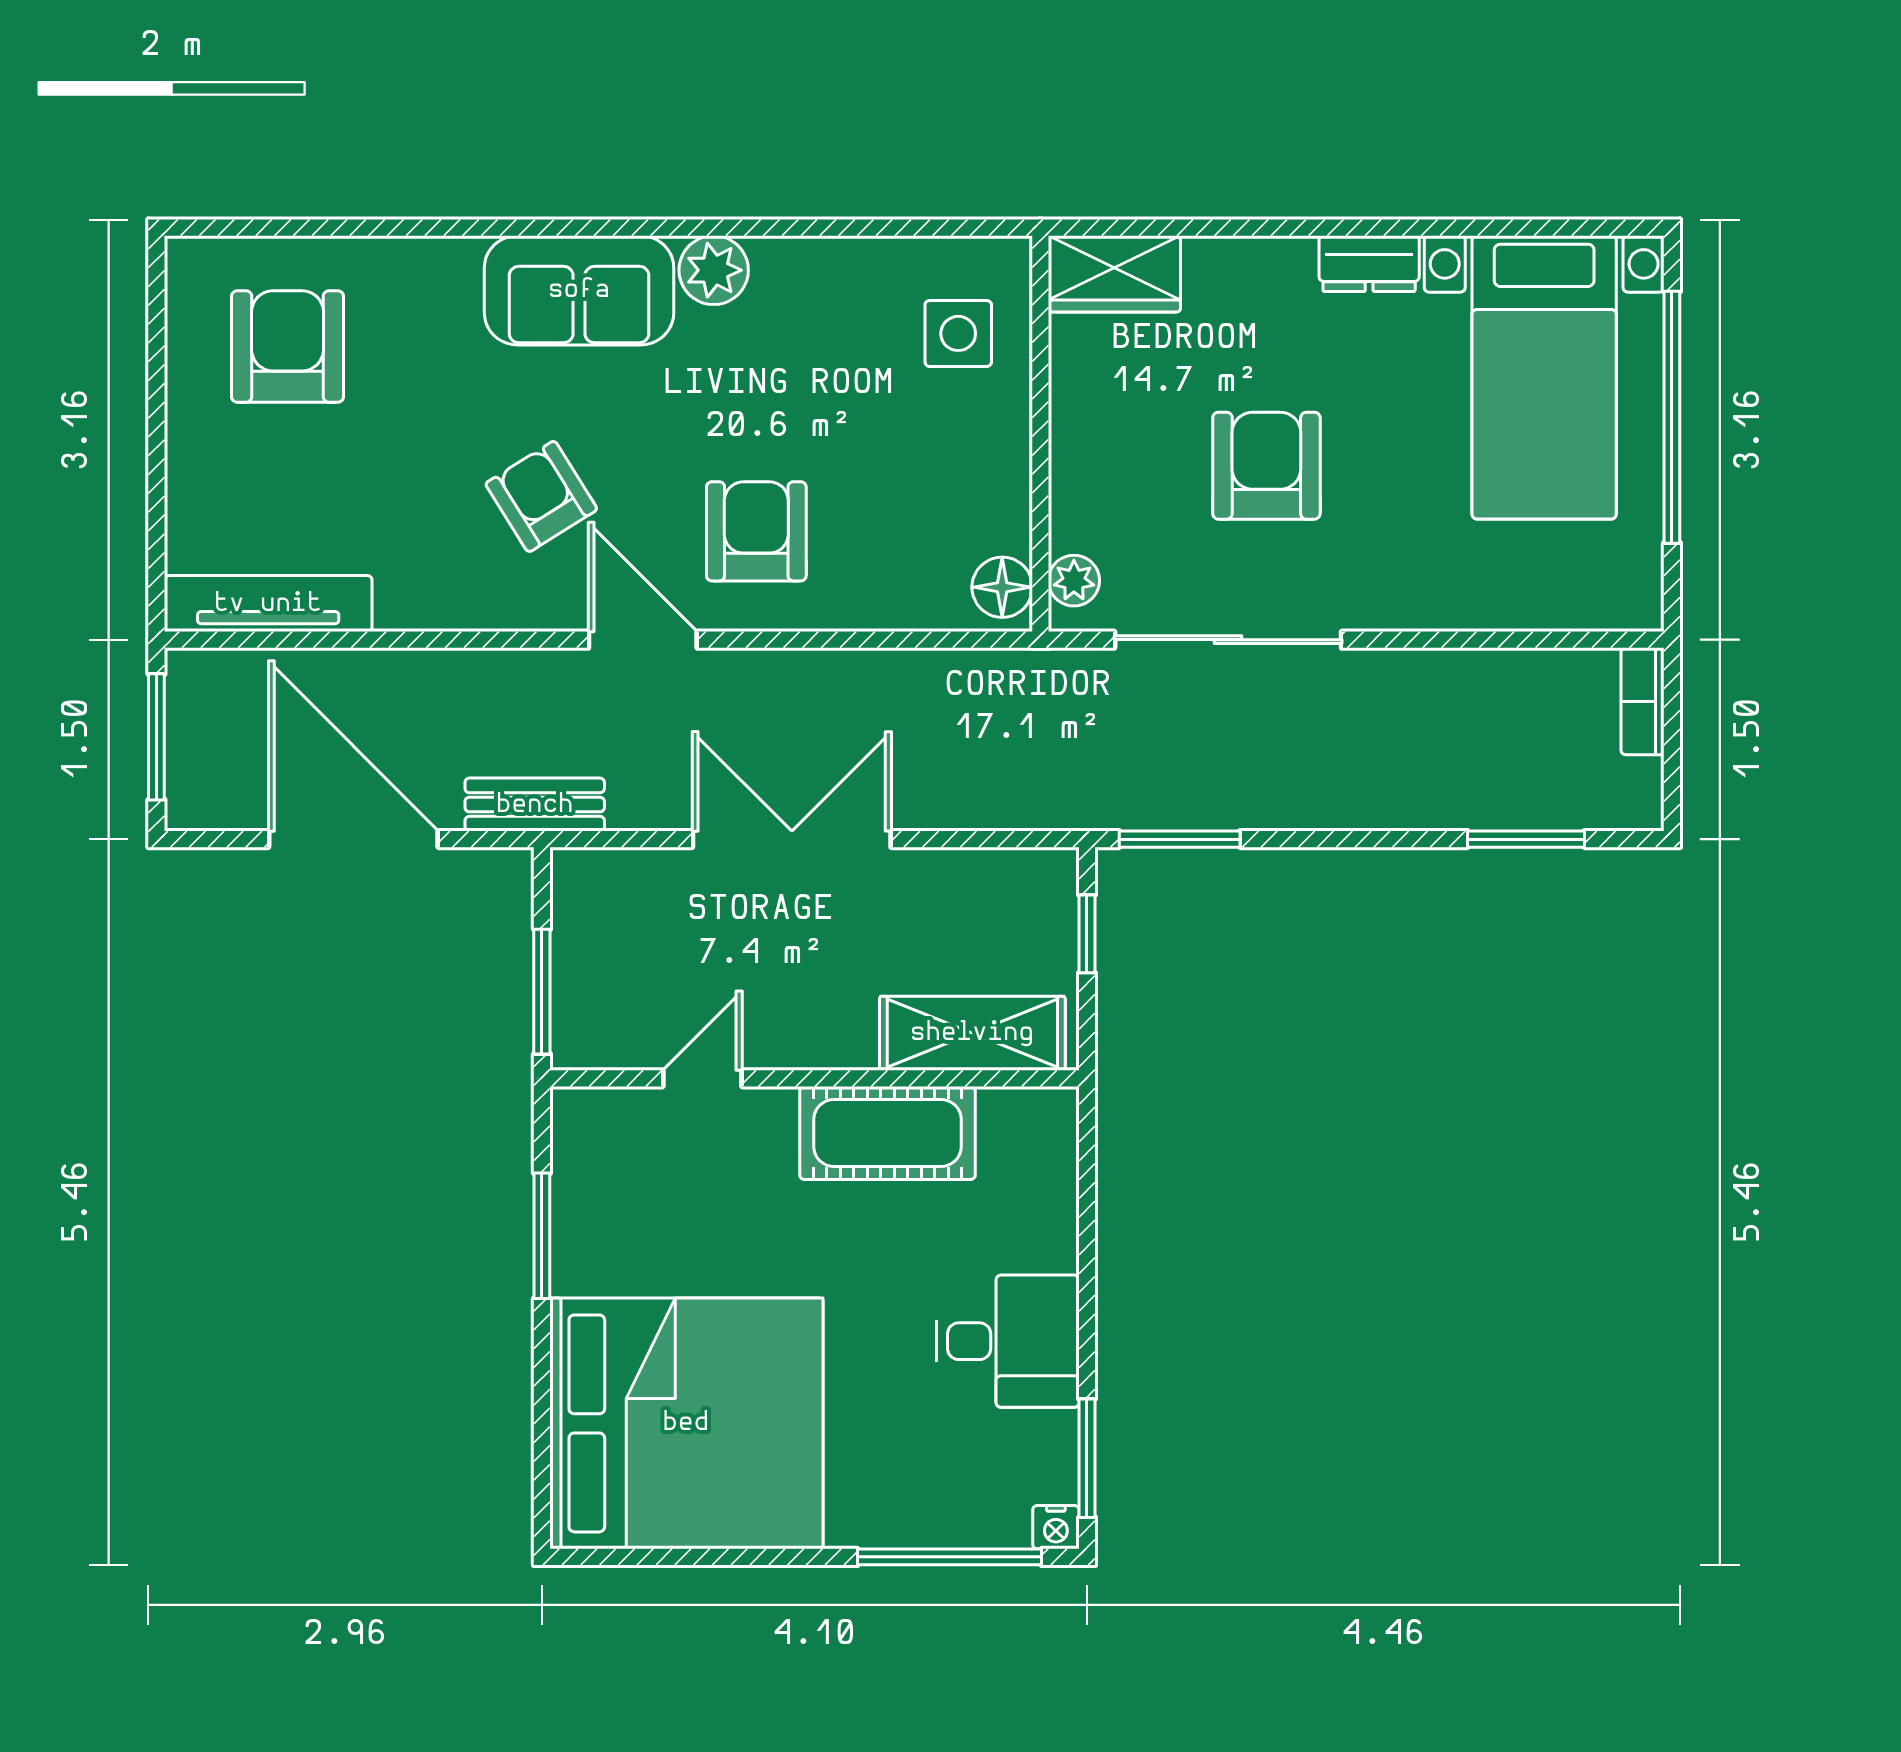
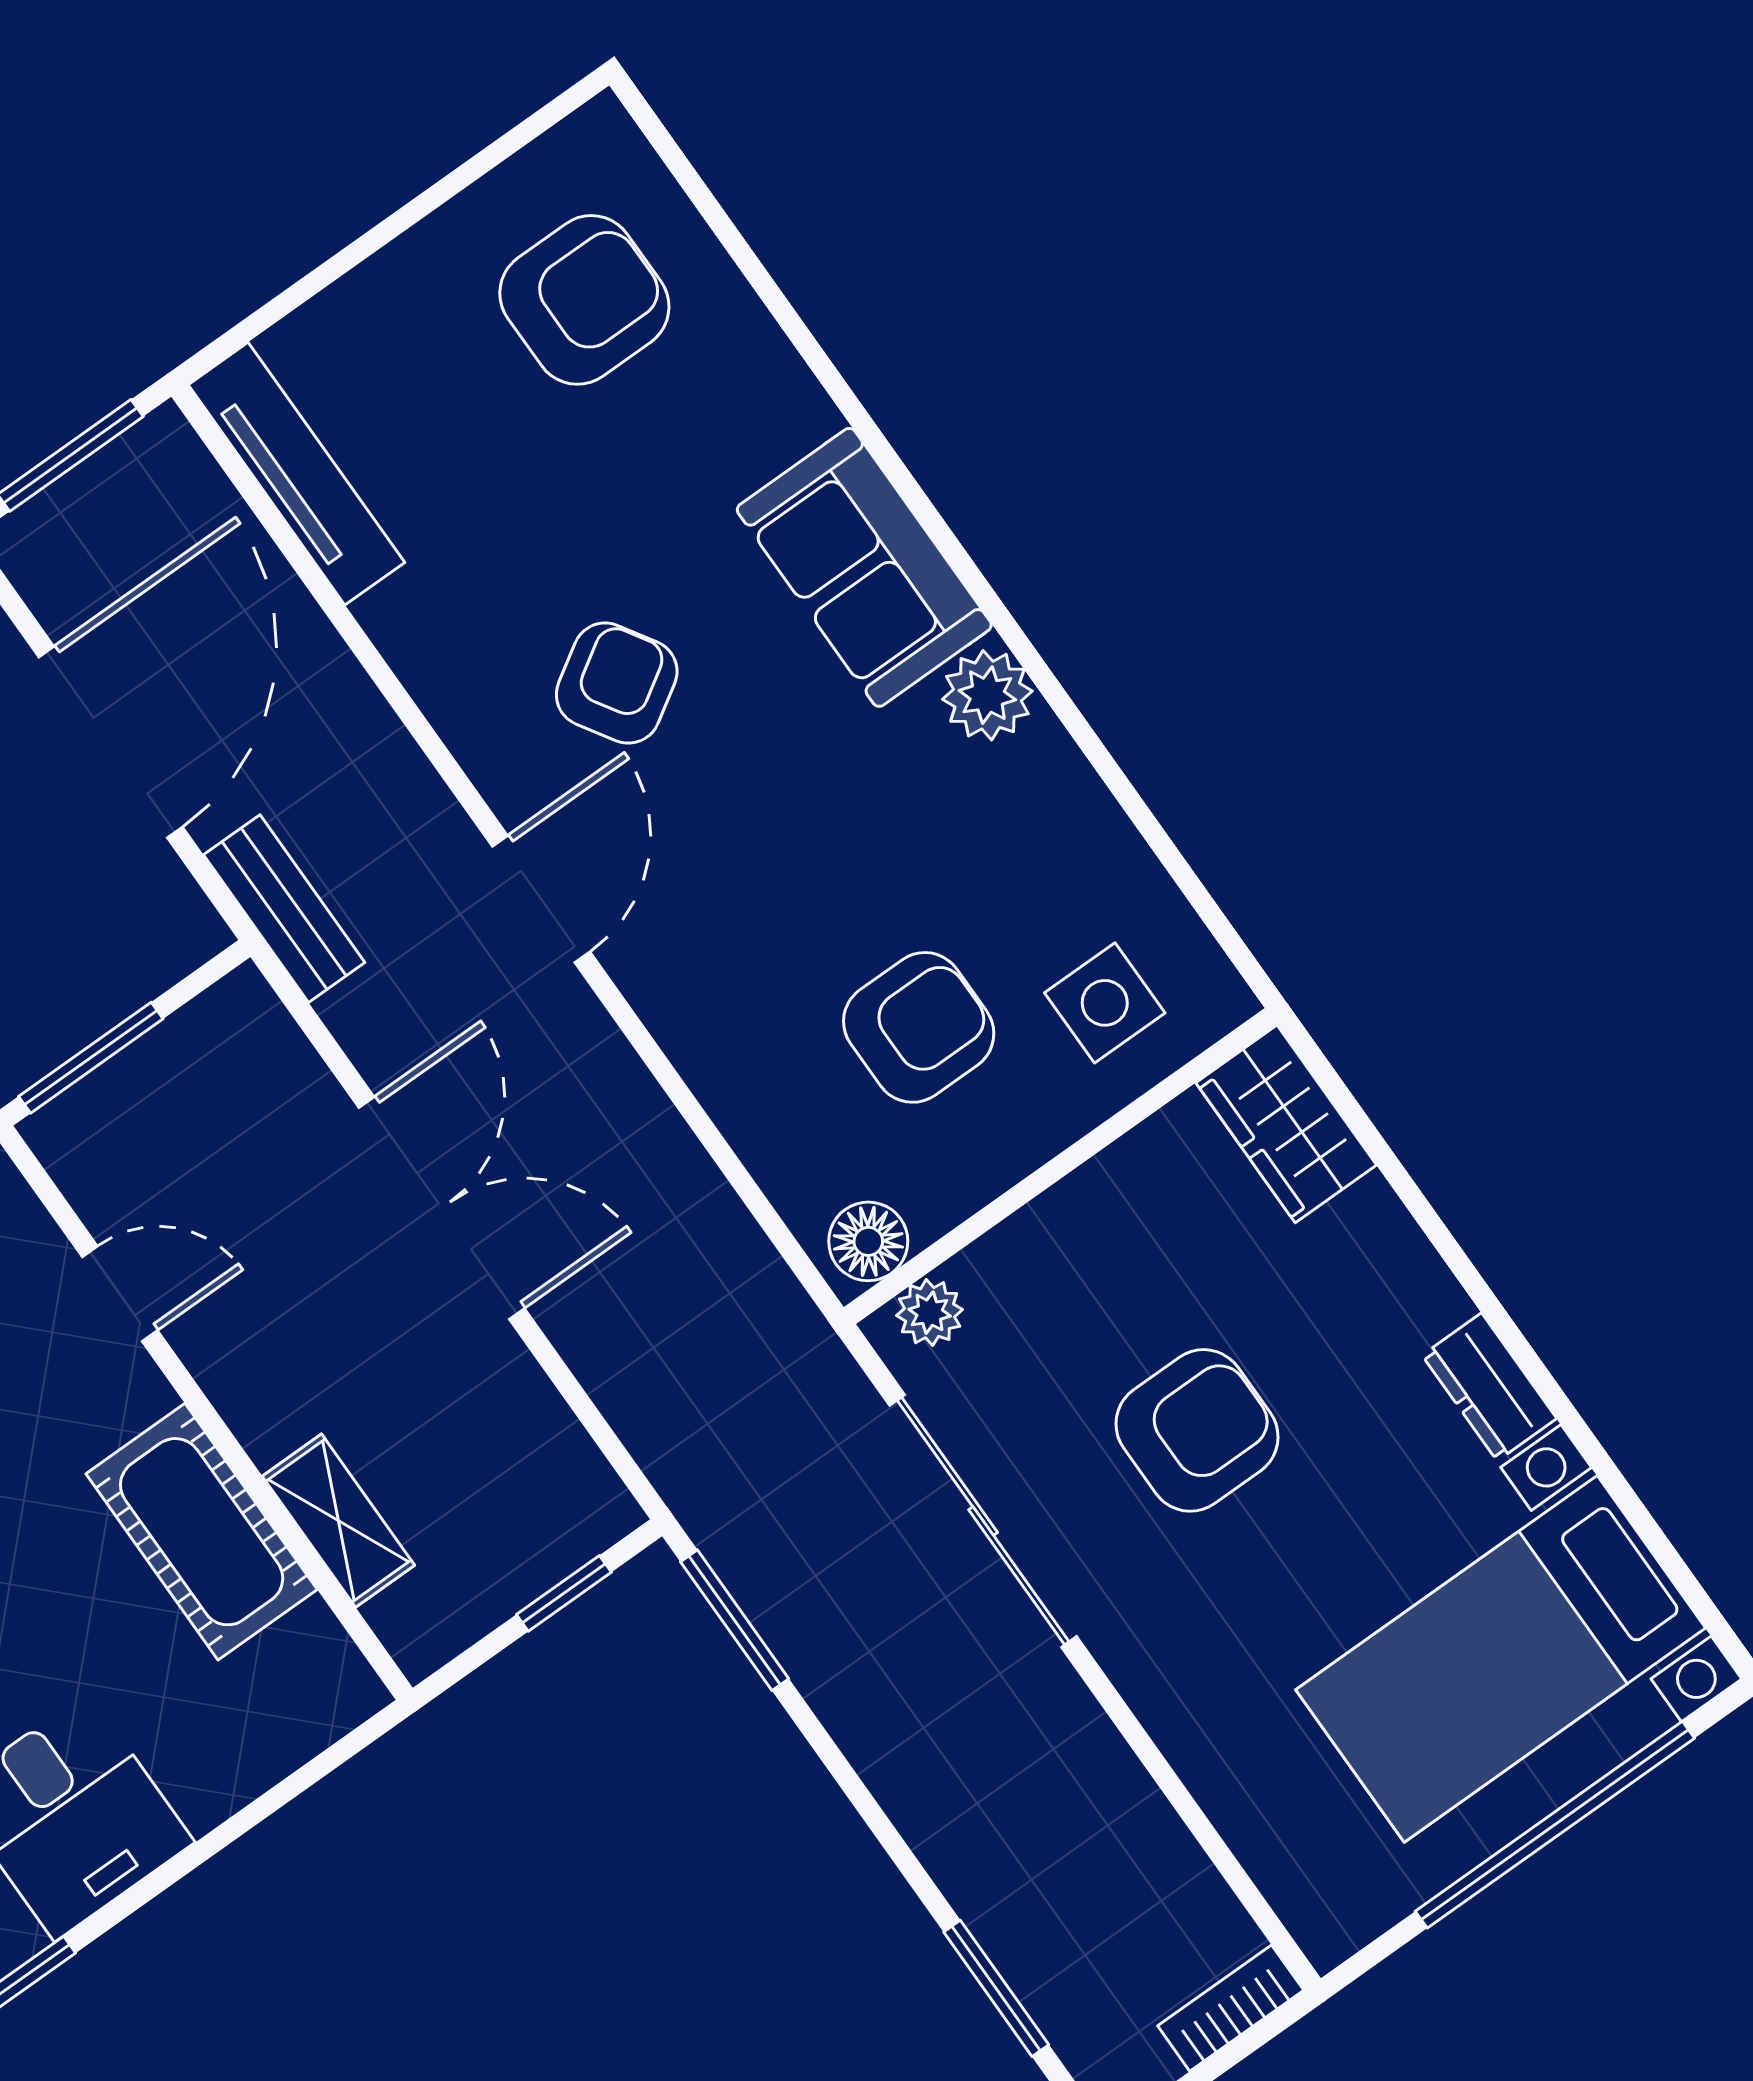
armchair: (756, 531) -> (919, 1027), moved
shelving: (972, 1033) -> (338, 1521), width x0.67, depth x0.75

